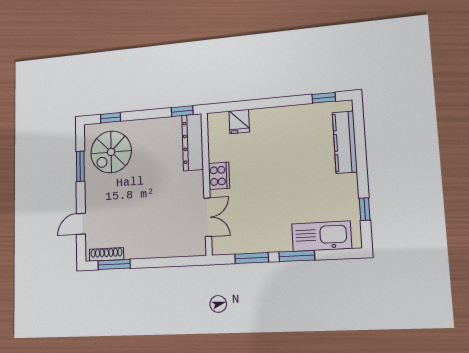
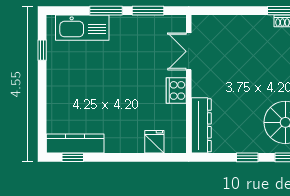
window: (182, 111) -> (247, 157), moved
kitchen counter: (345, 142) -> (75, 143), moved, turned -90

